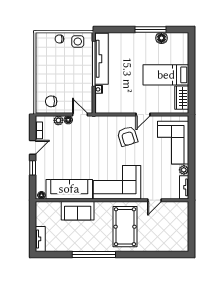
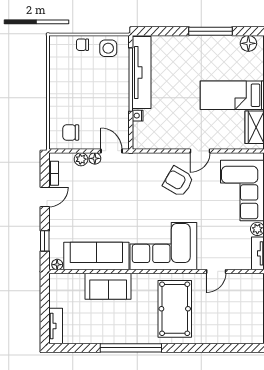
floor lamp: (161, 38) -> (248, 43), moved
armchair: (128, 136) -> (178, 182), turned 137
window: (33, 168) -> (45, 241), moved

